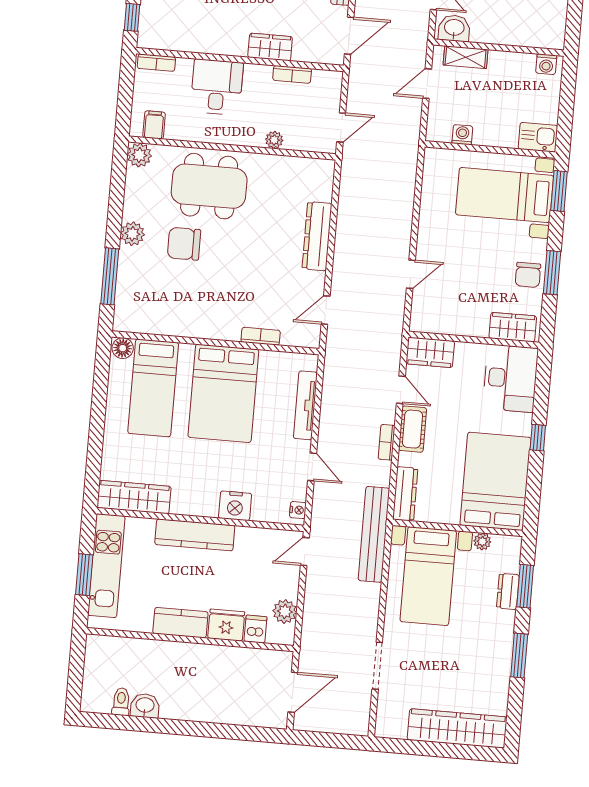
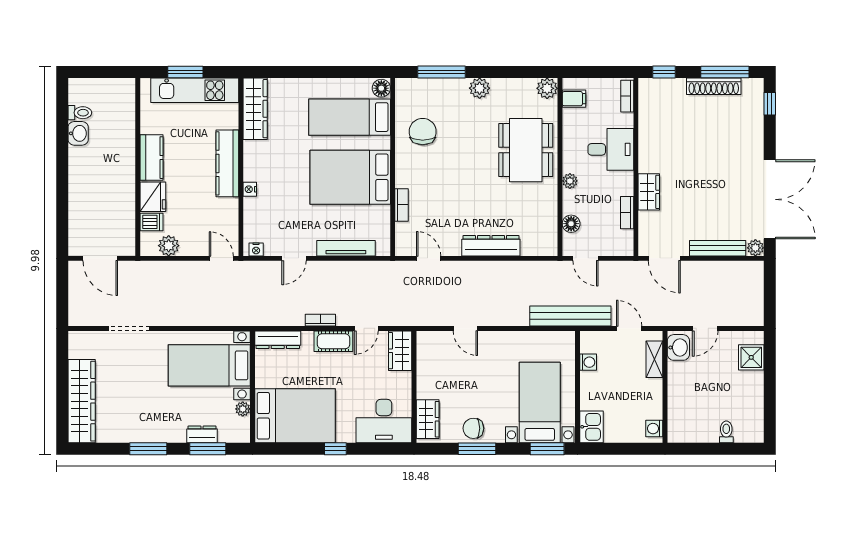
plant: (274, 140) -> (570, 181), moved
floor lamp: (299, 141) -> (571, 224), added
chair: (184, 244) -> (423, 132), moved
nightstand: (235, 506) -> (250, 189), width x0.53, depth x0.56
bench: (374, 534) -> (570, 316), moved

